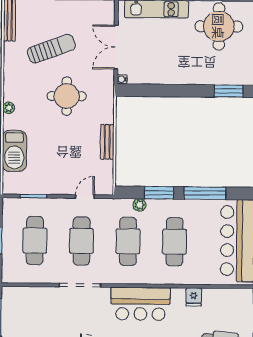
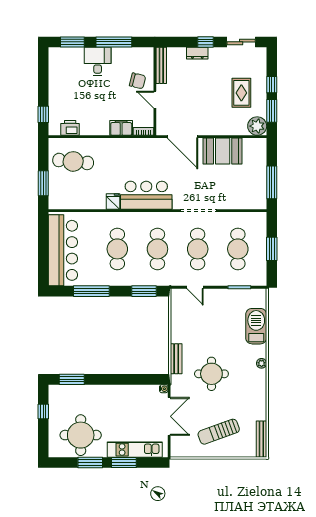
sun lounger: (51, 49) -> (219, 432), moved
bench: (107, 142) -> (176, 359), moved
window: (159, 193) -> (144, 291), moved
door: (85, 197) -> (195, 287), hinge flipped
plant: (139, 205) -> (148, 280), removed
fridge: (194, 297) -> (113, 201), moved

